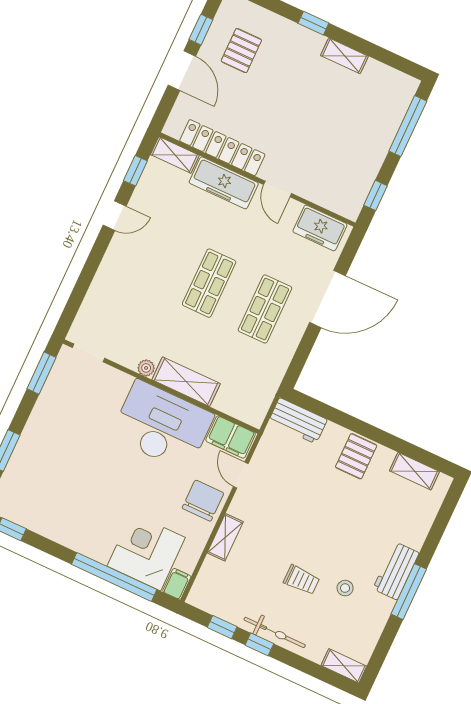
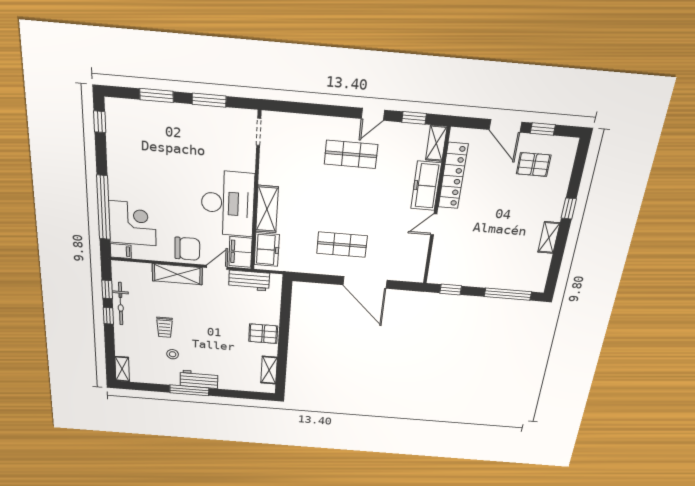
door: (182, 71) -> (505, 126), hinge flipped
door: (115, 216) -> (373, 114), hinge flipped
freezer: (320, 228) -> (267, 250), moved, turned 180
shop shelf: (209, 283) -> (351, 154), moved
plant: (146, 368) -> (265, 178), removed
window: (41, 373) -> (209, 100), moved
workbench: (298, 421) -> (249, 281), moved, turned -90
shelving: (225, 537) -> (177, 274), width x1.50, depth x1.33
bicycle: (275, 632) -> (121, 304), moved

